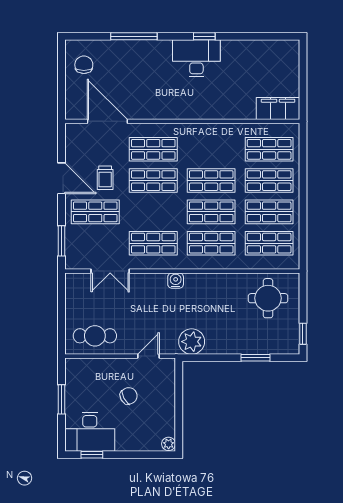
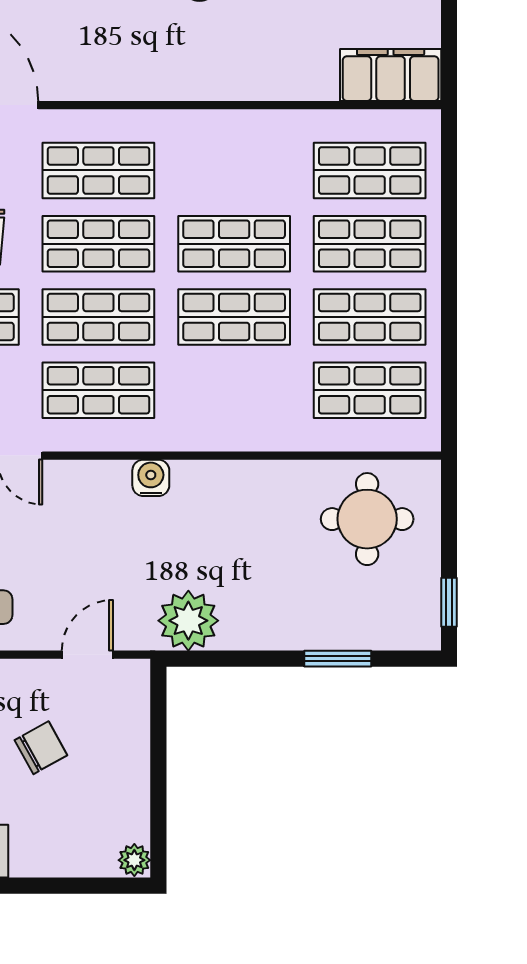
shop shelf: (211, 243) -> (98, 317), moved

